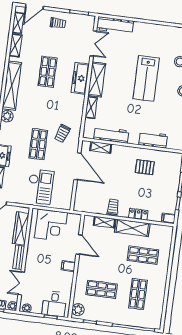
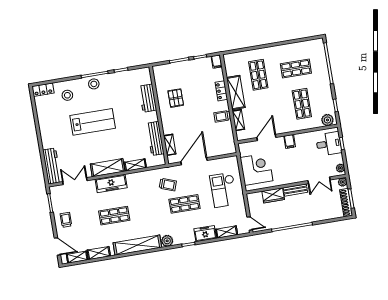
checkout: (40, 187) -> (224, 190), turned -90
wardrobe: (21, 228) -> (273, 195), width x0.67

